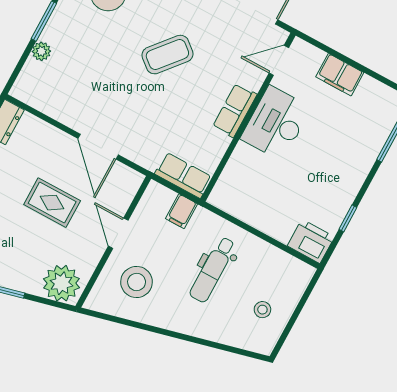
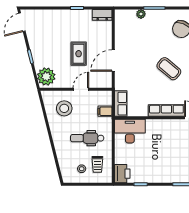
row of seats: (235, 110) -> (166, 111), width x1.48
desk: (276, 123) -> (130, 131), moved
trolley: (270, 277) -> (97, 164), added

